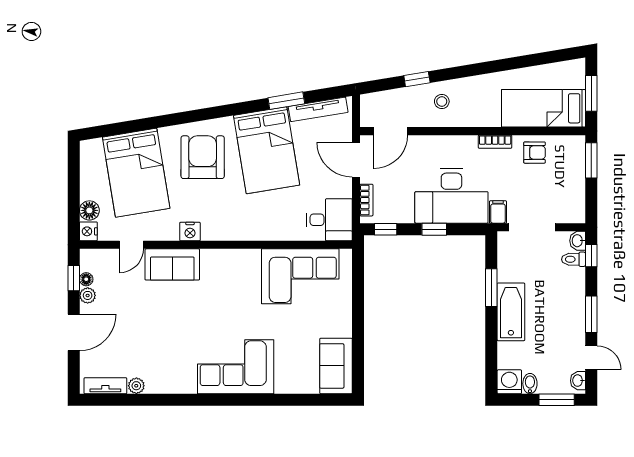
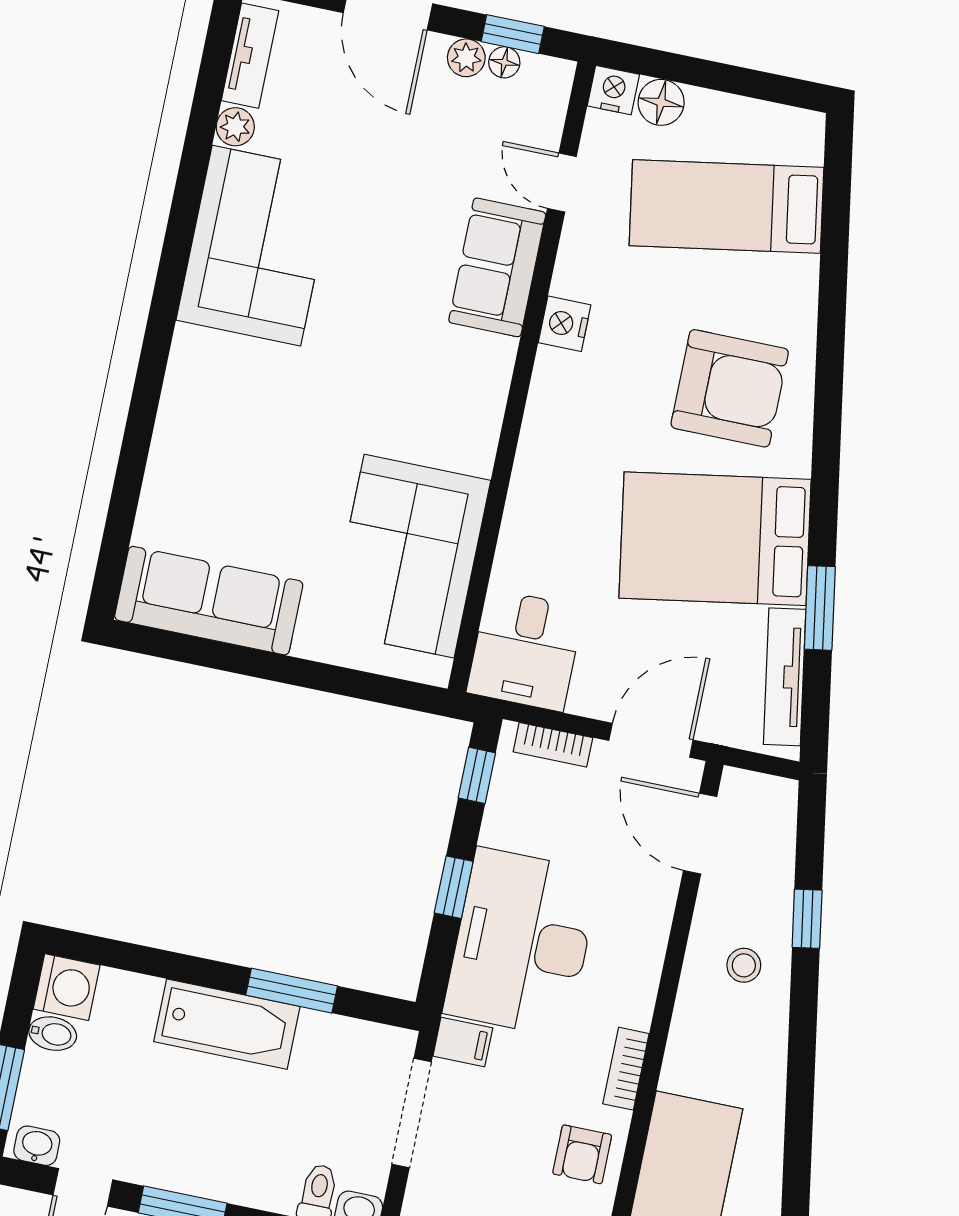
bed: (136, 173) -> (727, 206), width x0.67
sofa: (336, 366) -> (209, 601), width x1.36
corner sofa: (236, 367) -> (256, 246), moved

